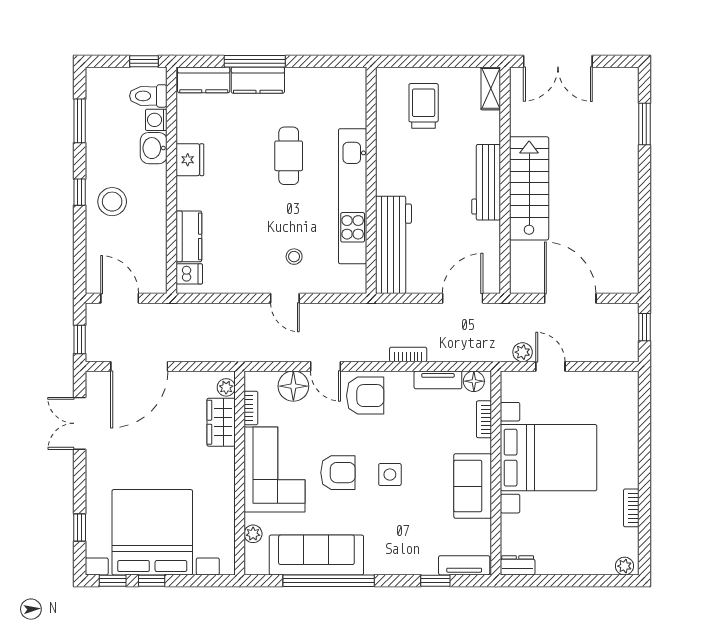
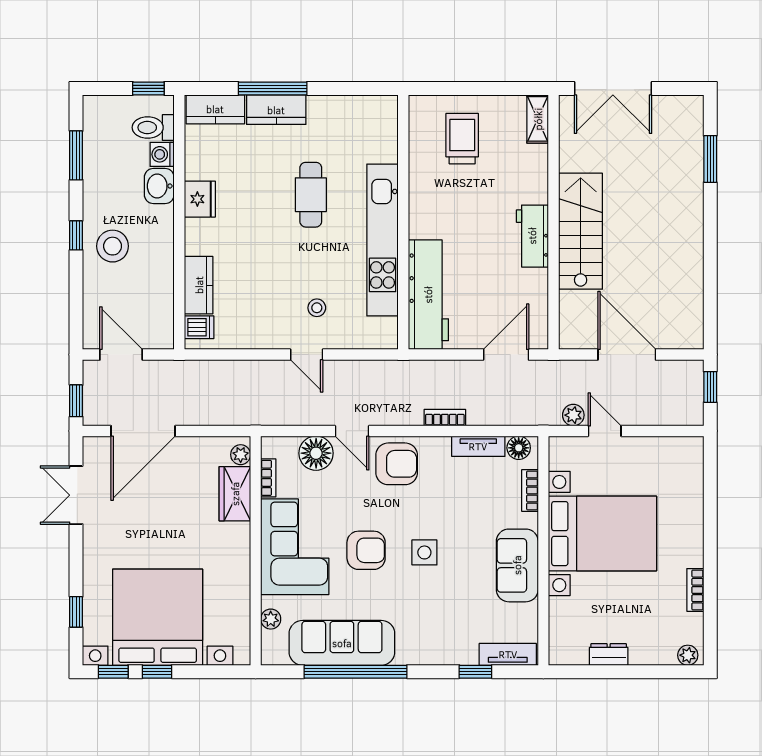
workbench: (486, 182) -> (532, 236), width x0.73
dresser: (518, 565) -> (609, 654), moved

